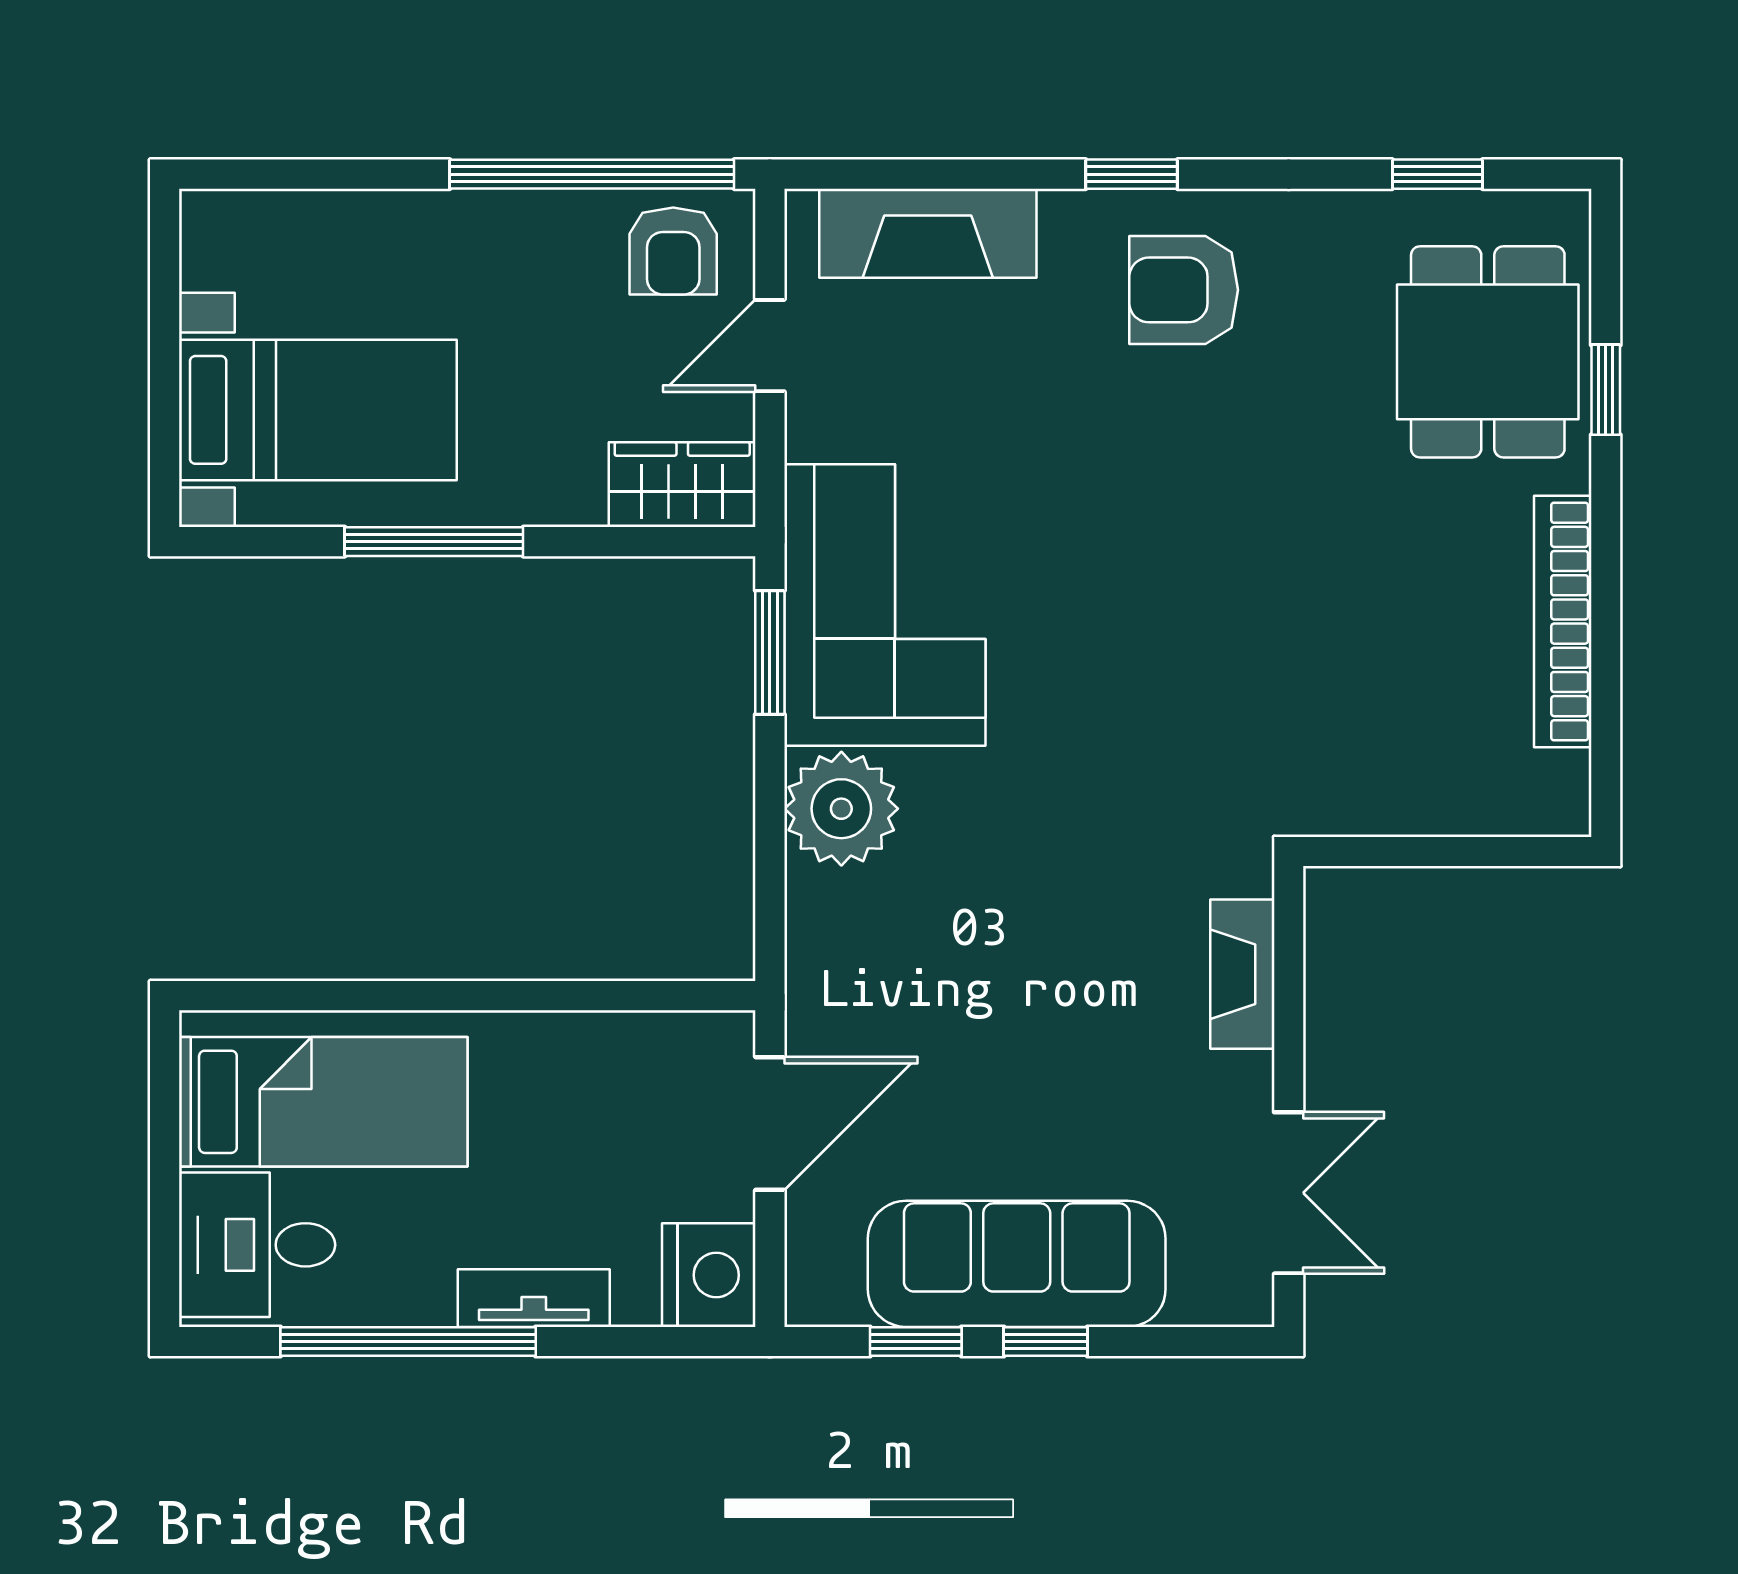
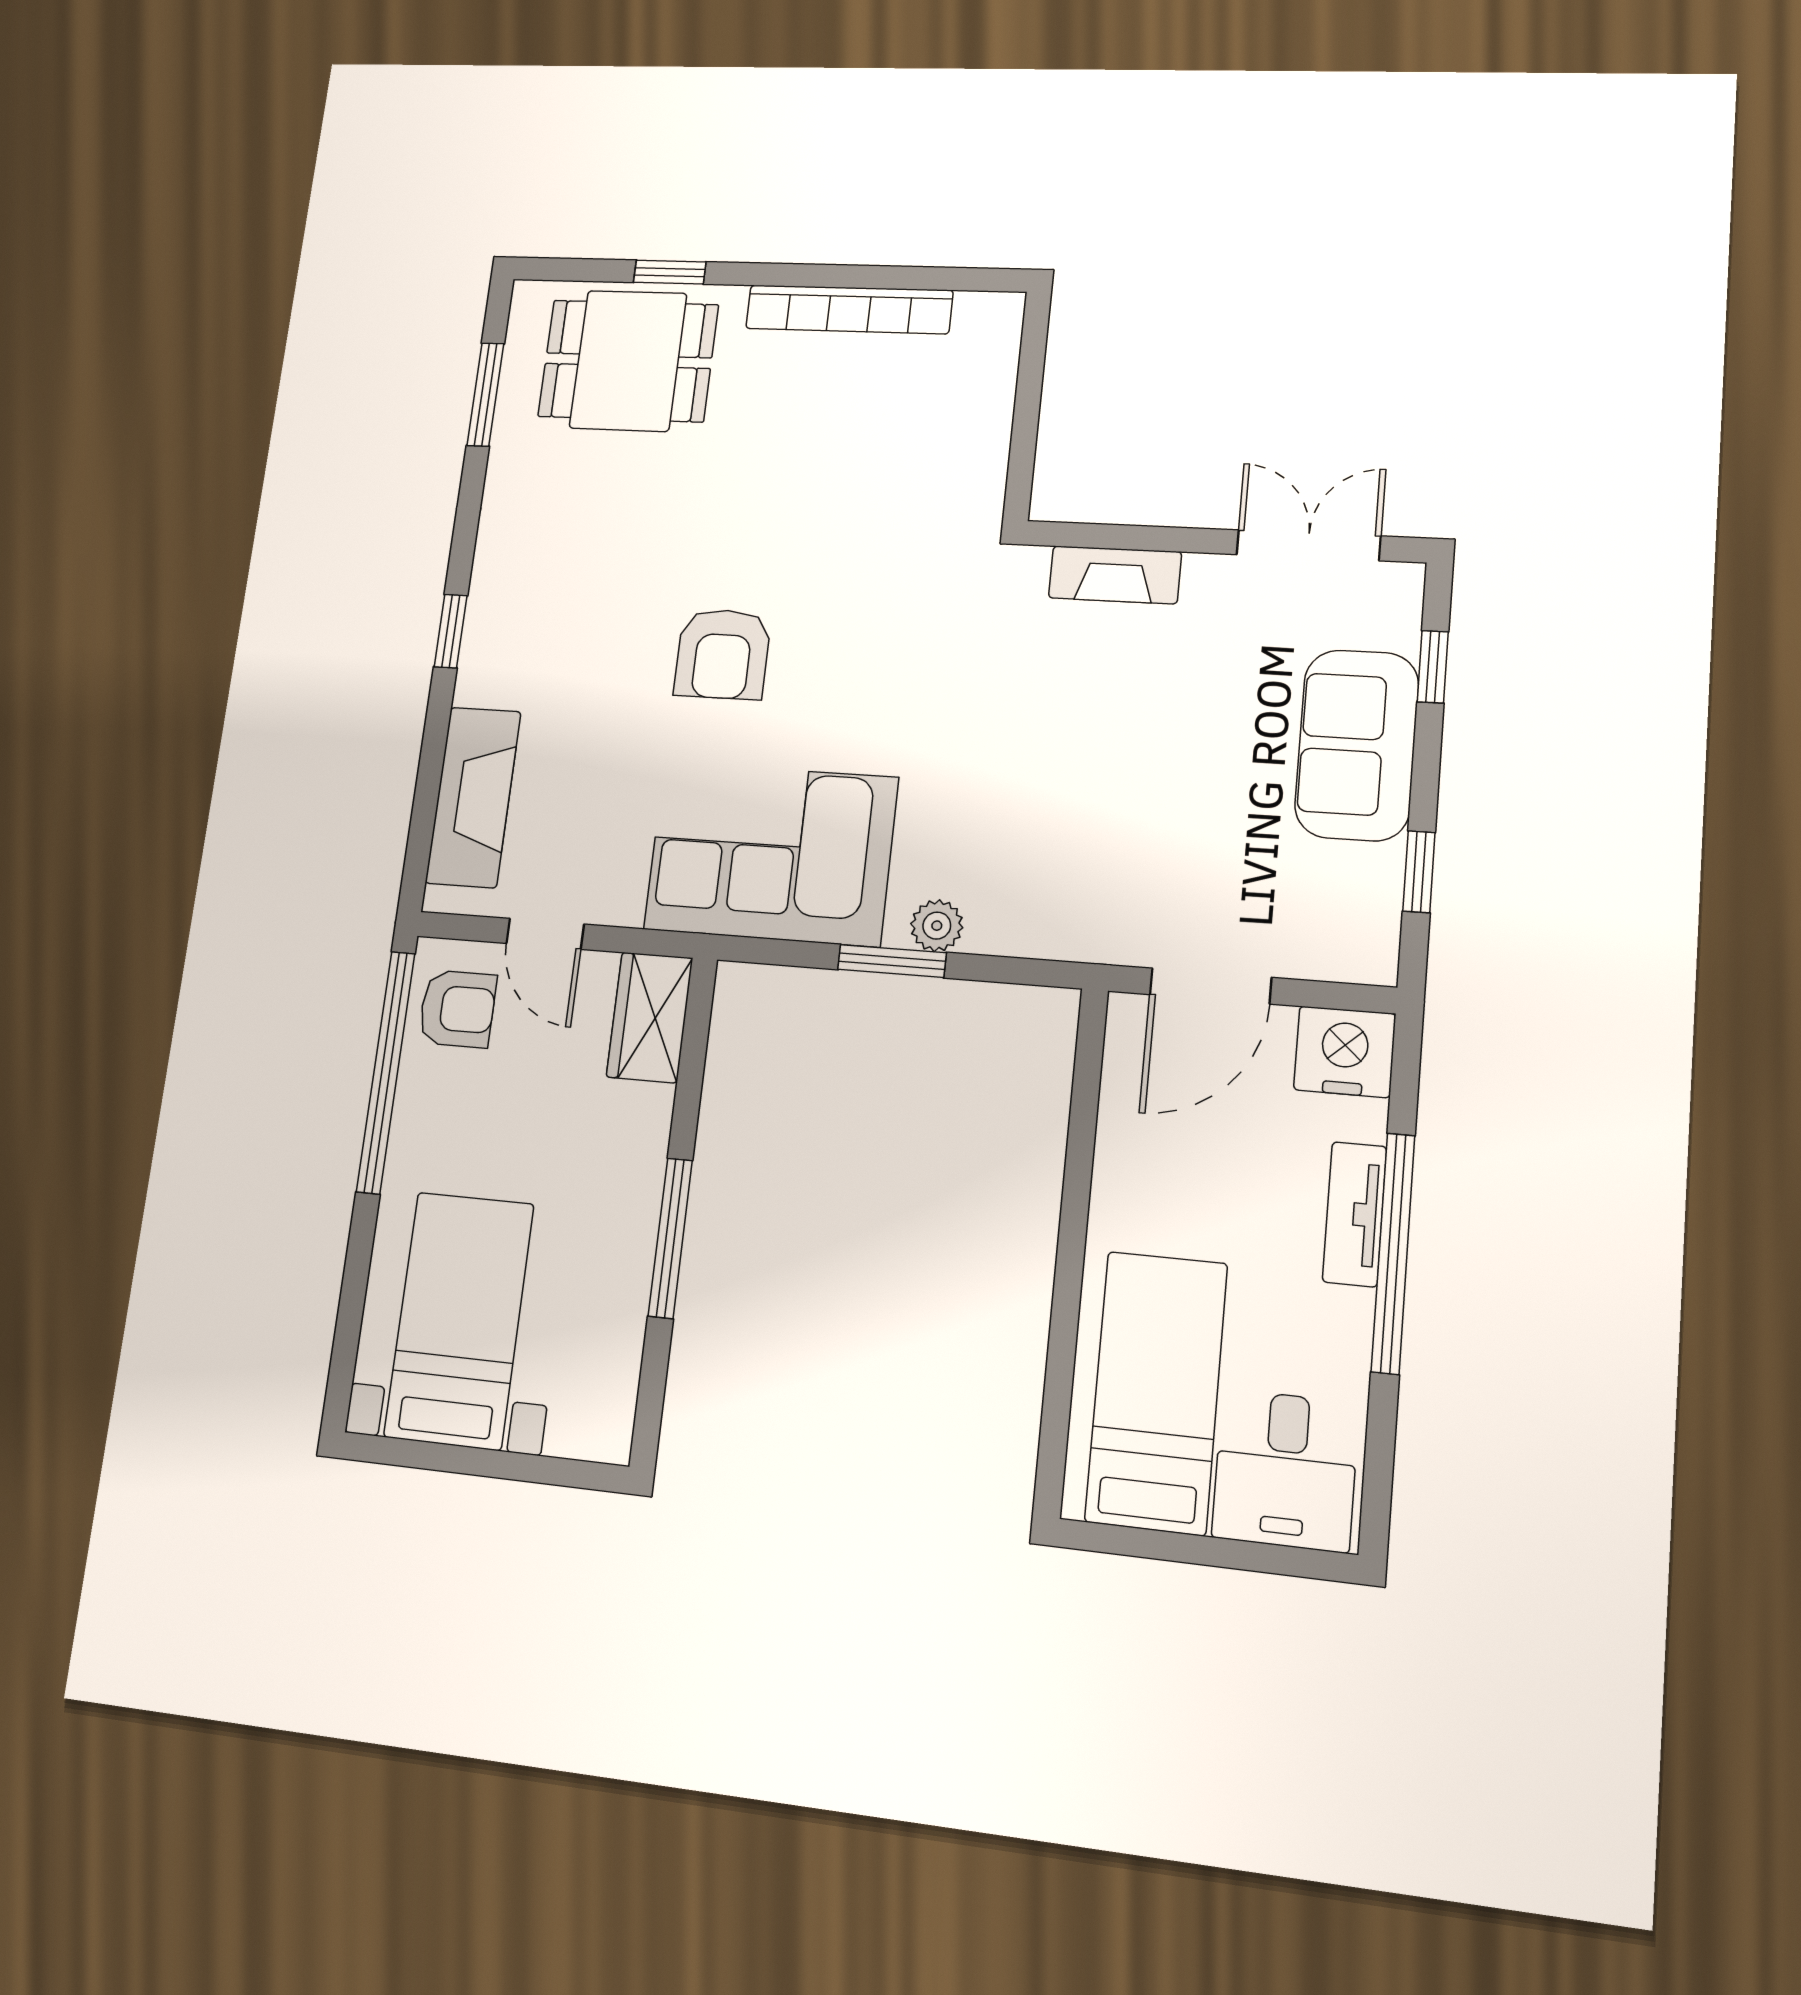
window: (1437, 174) -> (485, 395), width x1.50
armchair: (1184, 290) -> (723, 654), moved
bed with nightstands: (318, 410) -> (459, 1320), moved
window: (770, 652) -> (892, 961), moved
plant: (841, 809) -> (937, 926), width x0.53, depth x0.53
door: (770, 1124) -> (1211, 986), swing flipped
sofa: (1017, 1264) -> (1357, 745), width x0.73
window: (408, 1341) -> (1393, 1253), moved
window: (1046, 1341) -> (1433, 667), moved

